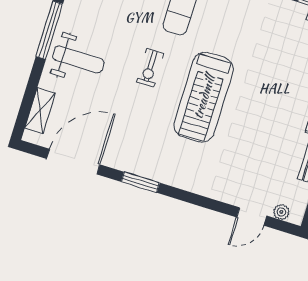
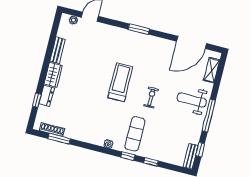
treadmill: (204, 97) -> (120, 82), width x0.73, depth x0.73
window: (140, 182) -> (139, 29), moved

